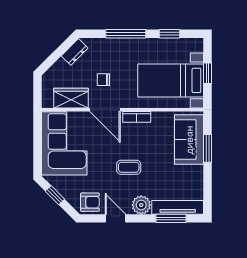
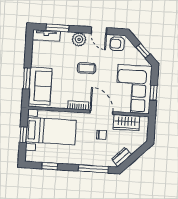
window: (126, 34) -> (93, 169), moved
window: (37, 140) -> (154, 93), added
tv unit: (178, 207) -> (46, 36), width x0.71

